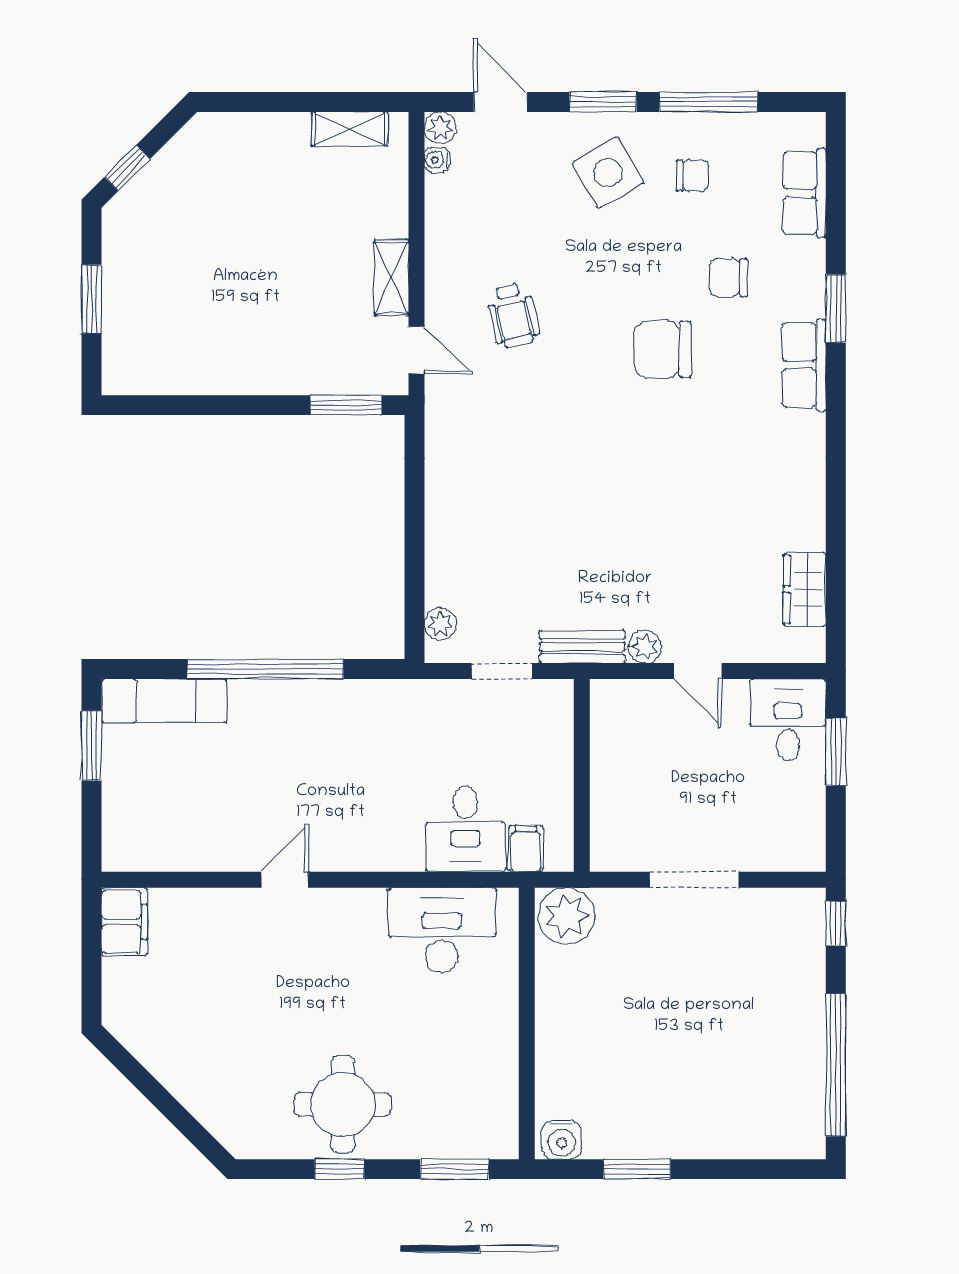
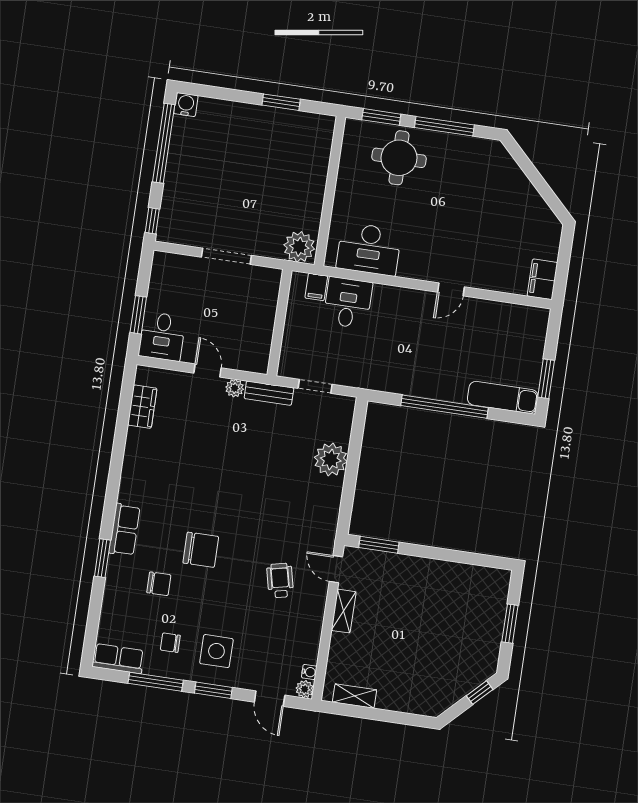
side table: (608, 173) -> (216, 651), turned 30
row of seats: (804, 193) -> (118, 659), moved, turned -90
plant: (440, 624) -> (331, 459), moved, width x1.88, depth x1.88
round table: (343, 1104) -> (399, 158), moved
water cooler: (562, 1140) -> (186, 105), moved
window: (339, 1169) -> (444, 126), width x2.17

